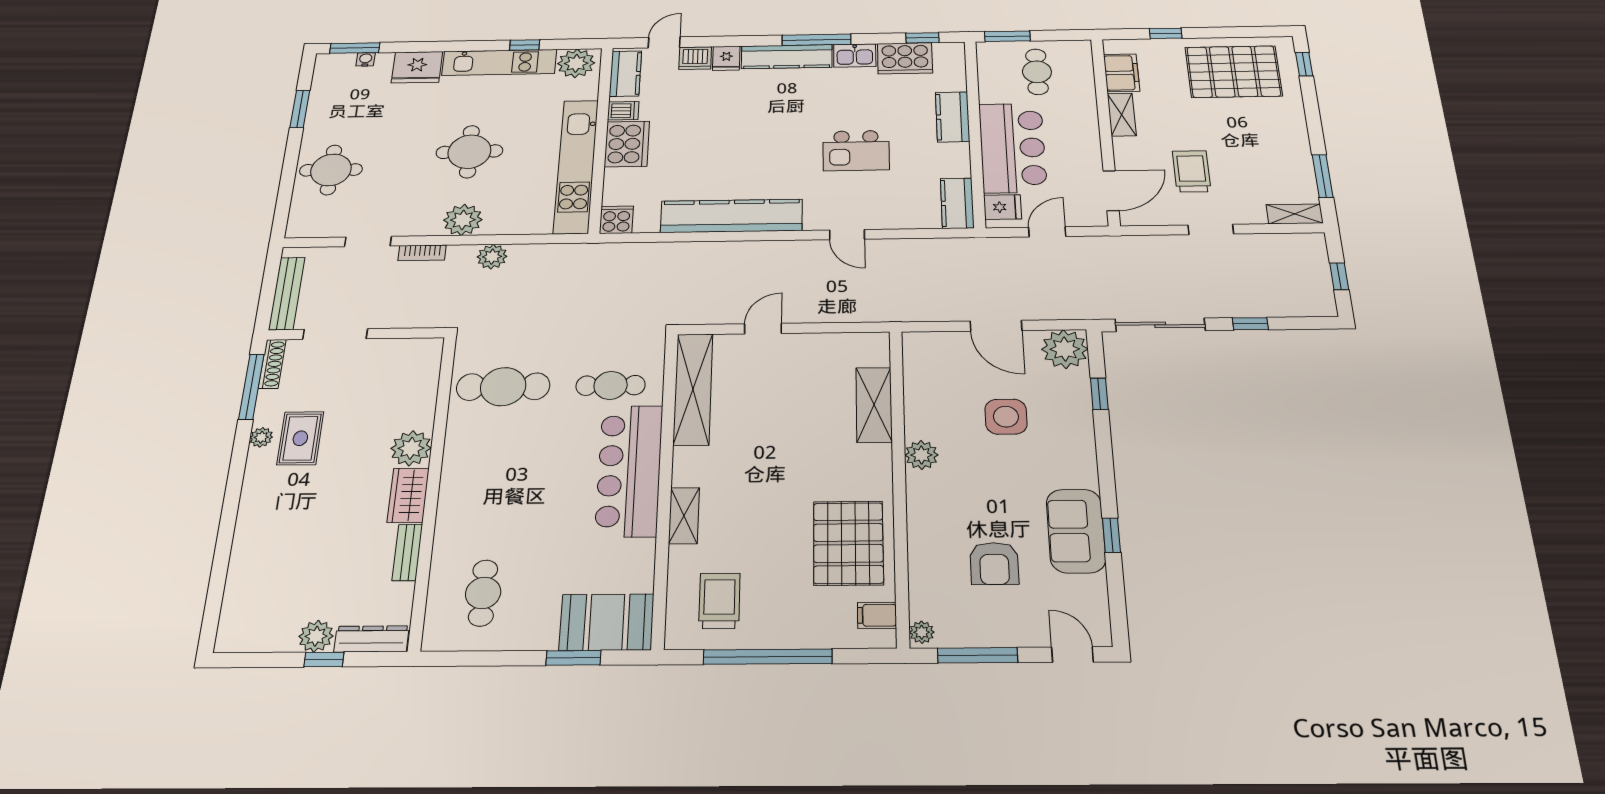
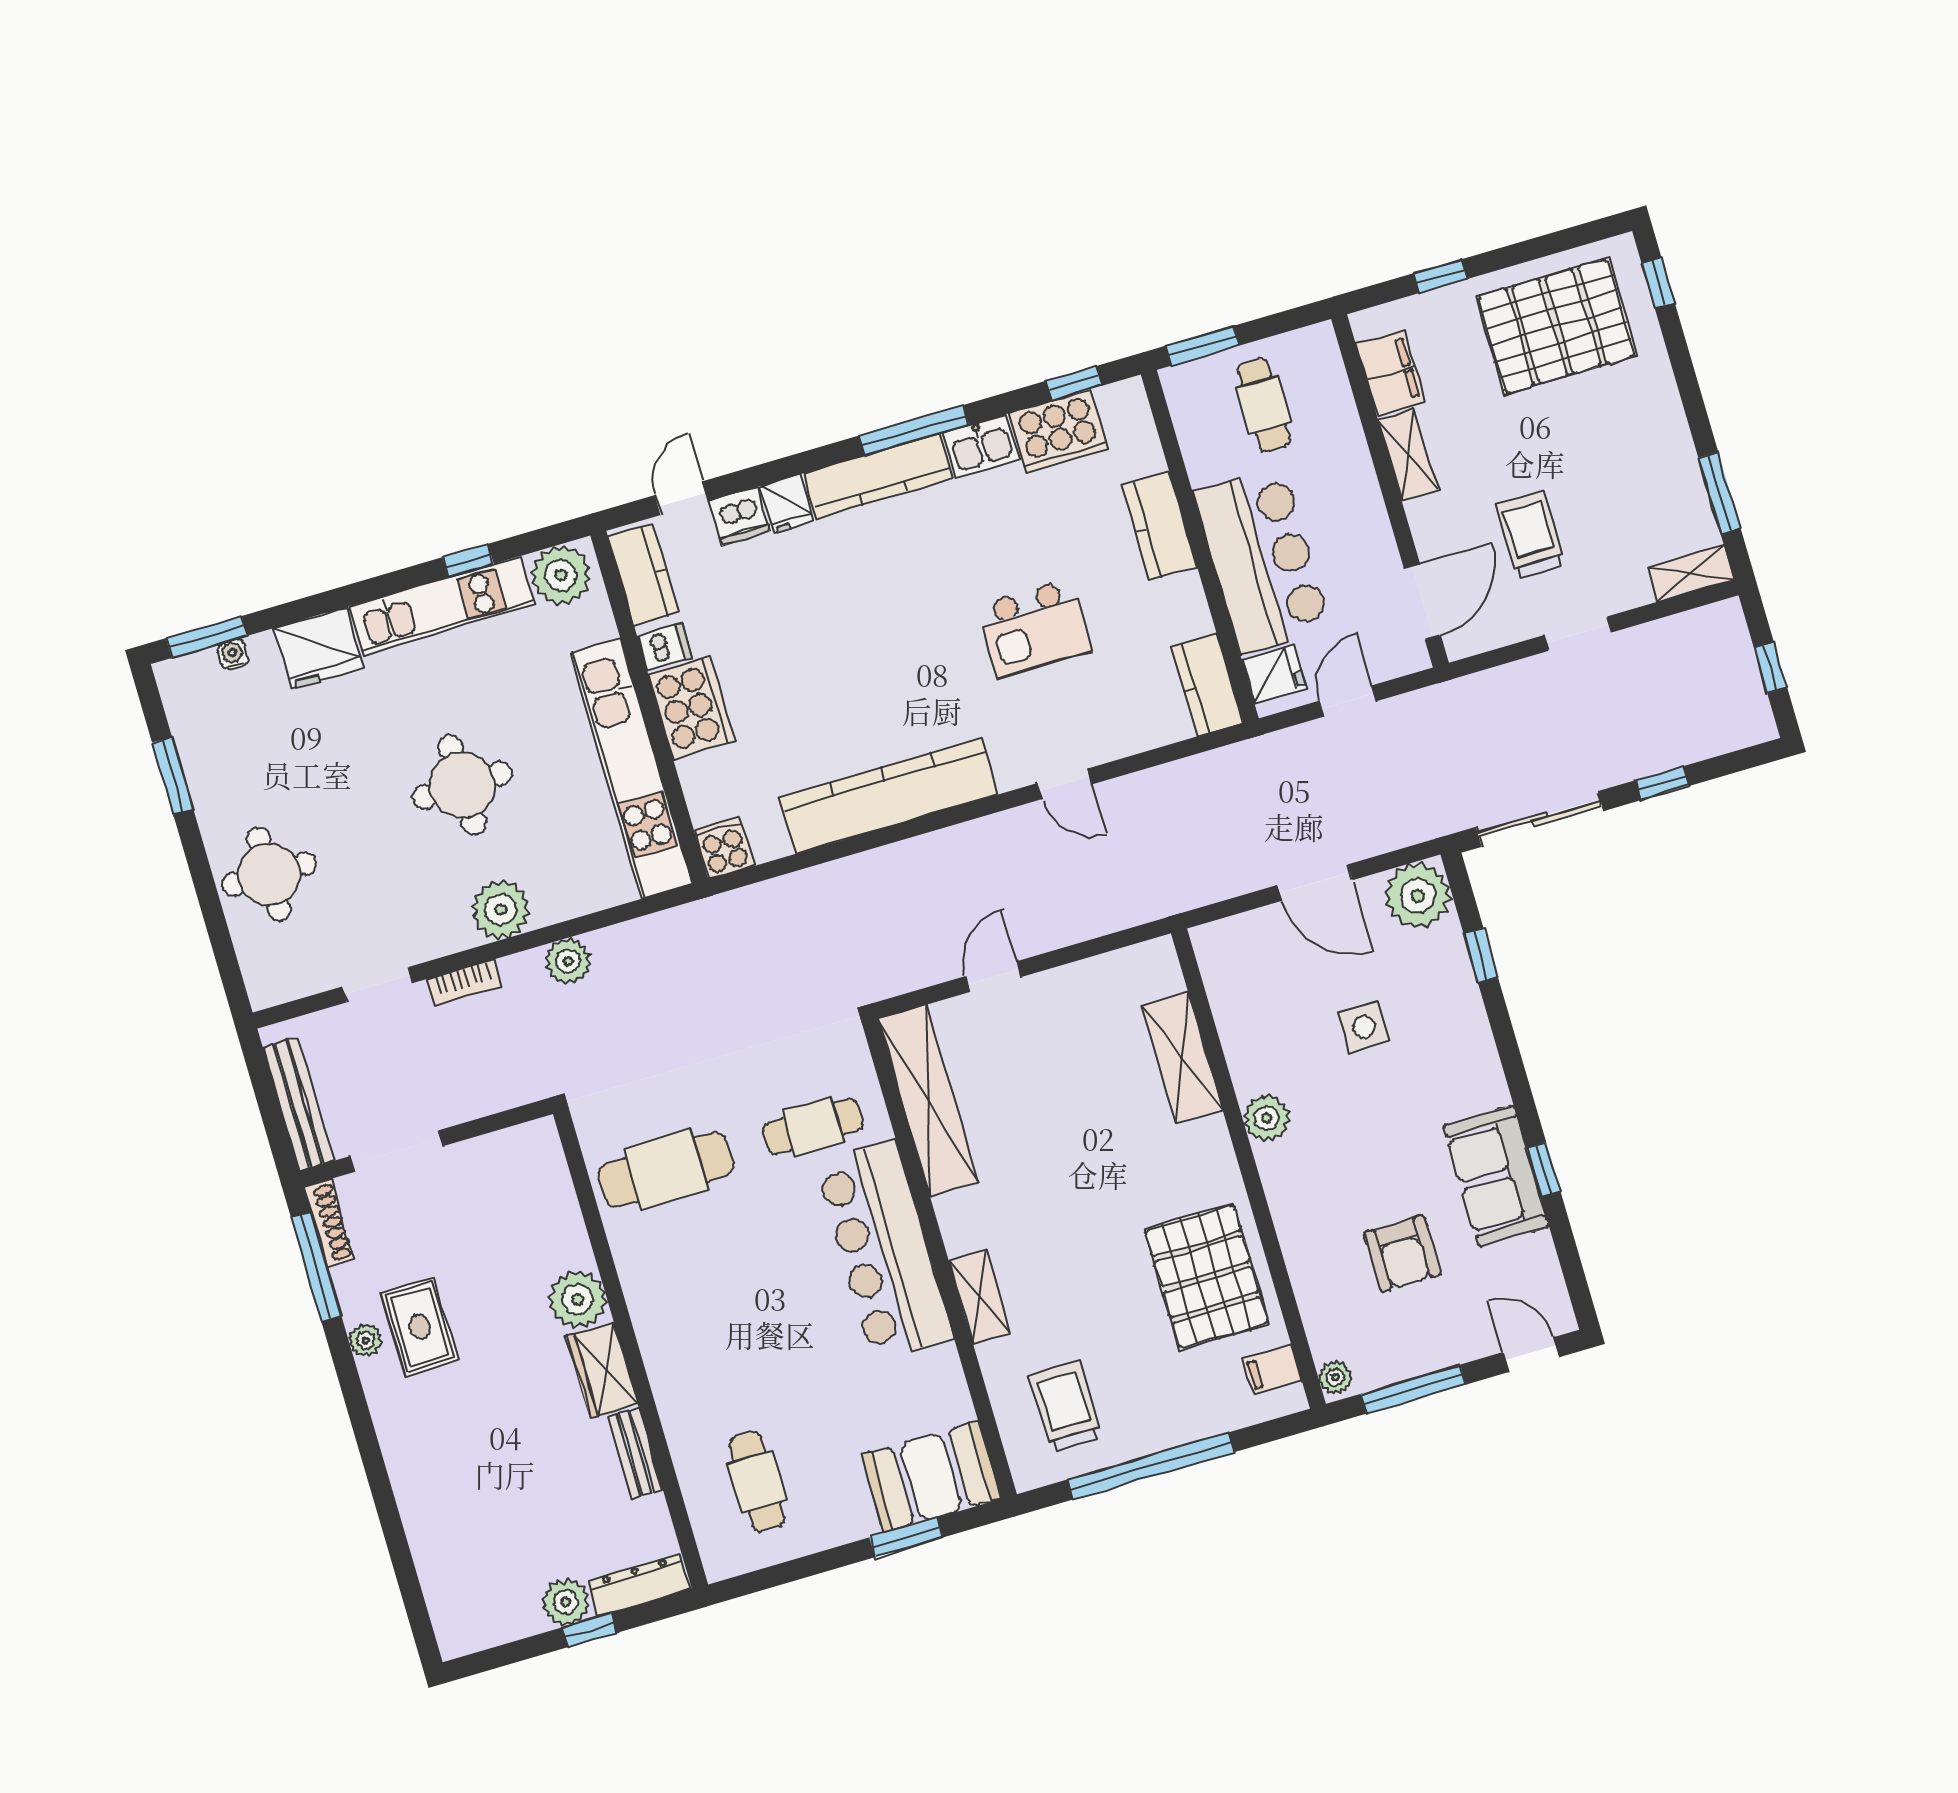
side table: (1006, 417) -> (1364, 1027), width x0.73, depth x0.73

